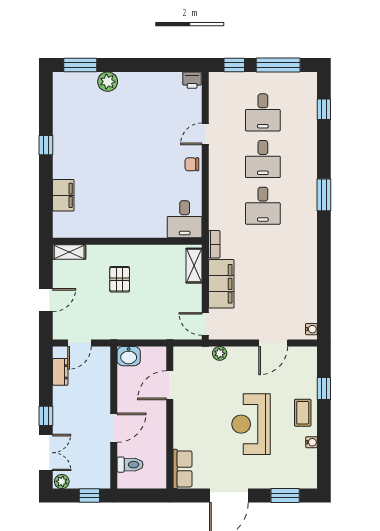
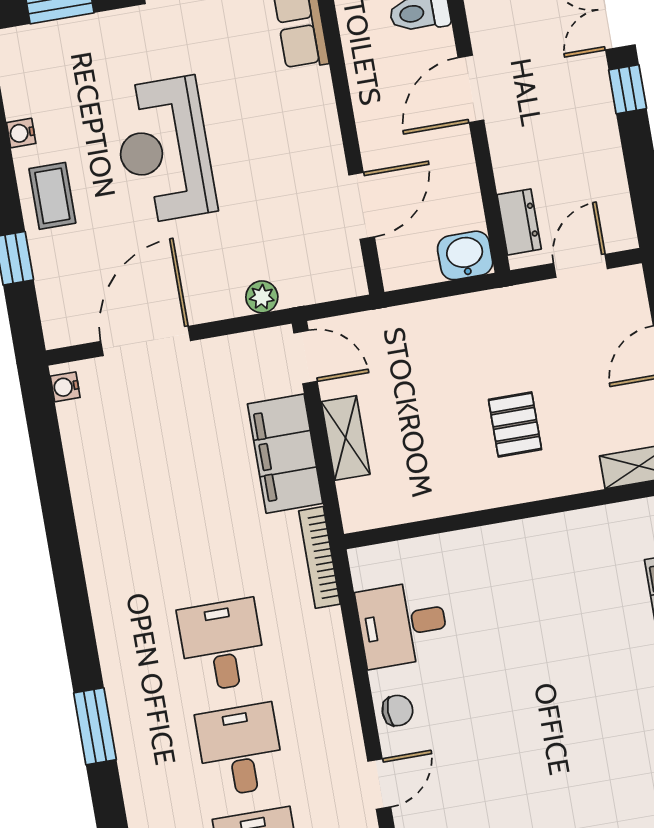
window: (324, 195) -> (95, 726), moved
desk: (185, 219) -> (402, 624), moved, turned -90
bookcase: (214, 244) -> (319, 557), width x1.56
shelving: (194, 266) -> (346, 438), moved
door: (273, 343) -> (146, 341), width x1.36
dresser: (60, 372) -> (519, 222), moved, turned 180
reception desk: (251, 424) -> (164, 150), turned 180

